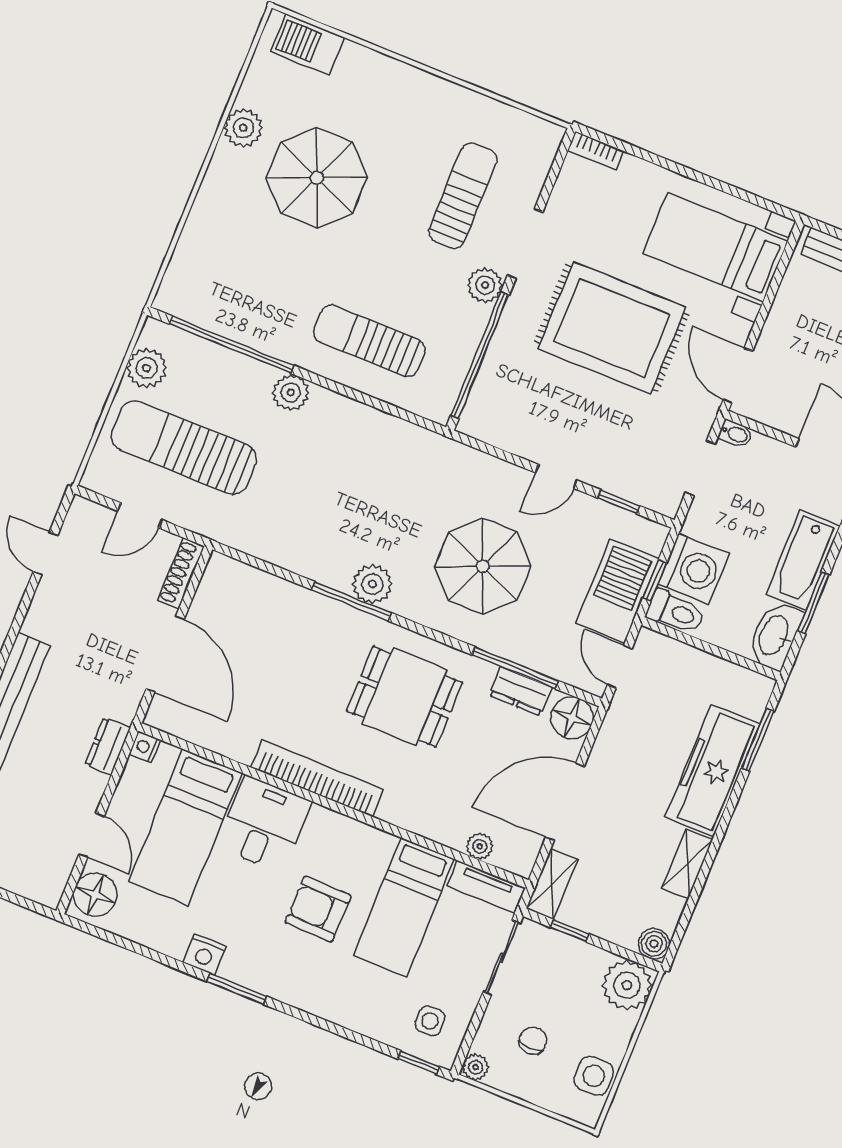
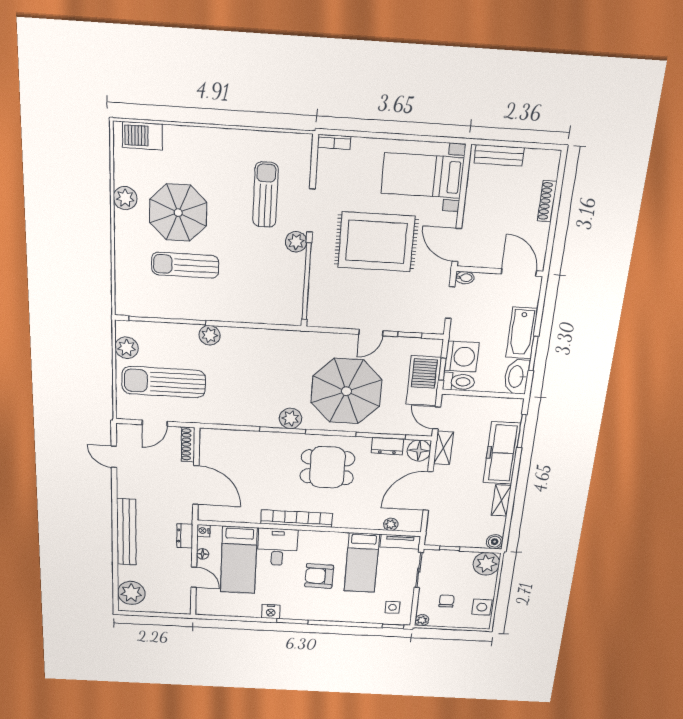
sun lounger: (369, 341) -> (185, 265), moved
parasol: (483, 566) -> (346, 391), width x1.36, depth x1.36
shelving: (552, 884) -> (443, 448), moved
floor lamp: (95, 895) -> (203, 554), moved, width x0.53, depth x0.53

